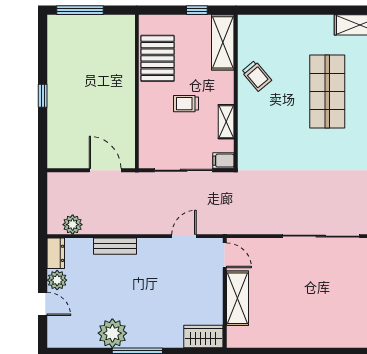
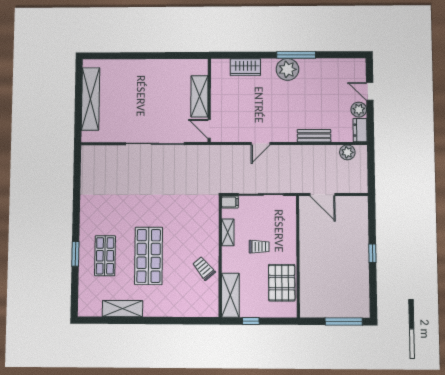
door: (225, 255) -> (209, 129), moved
wall: (225, 293) -> (209, 100), moved
shelving: (237, 298) -> (199, 96), moved
plant: (112, 333) -> (287, 69), moved

